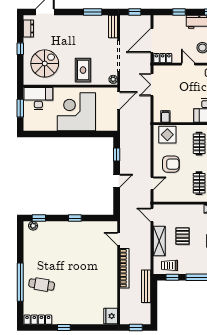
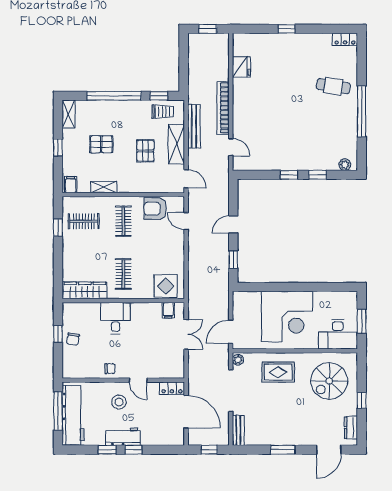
window: (93, 12) -> (283, 450), moved
window: (179, 12) -> (133, 450), moved
door: (152, 40) -> (186, 412), hinge flipped
rug: (83, 70) -> (278, 372), turned 90
double door: (152, 85) -> (186, 334), moved
armchair: (171, 164) -> (155, 209), moved
door: (152, 183) -> (186, 221), hinge flipped
window: (39, 218) -> (318, 175), moved
window: (20, 282) -> (362, 111), moved
bench: (146, 286) -> (194, 126), moved
fridge: (111, 316) -> (241, 67), moved
locker: (38, 320) -> (345, 39), width x0.66
window: (64, 328) -> (287, 29), moved

